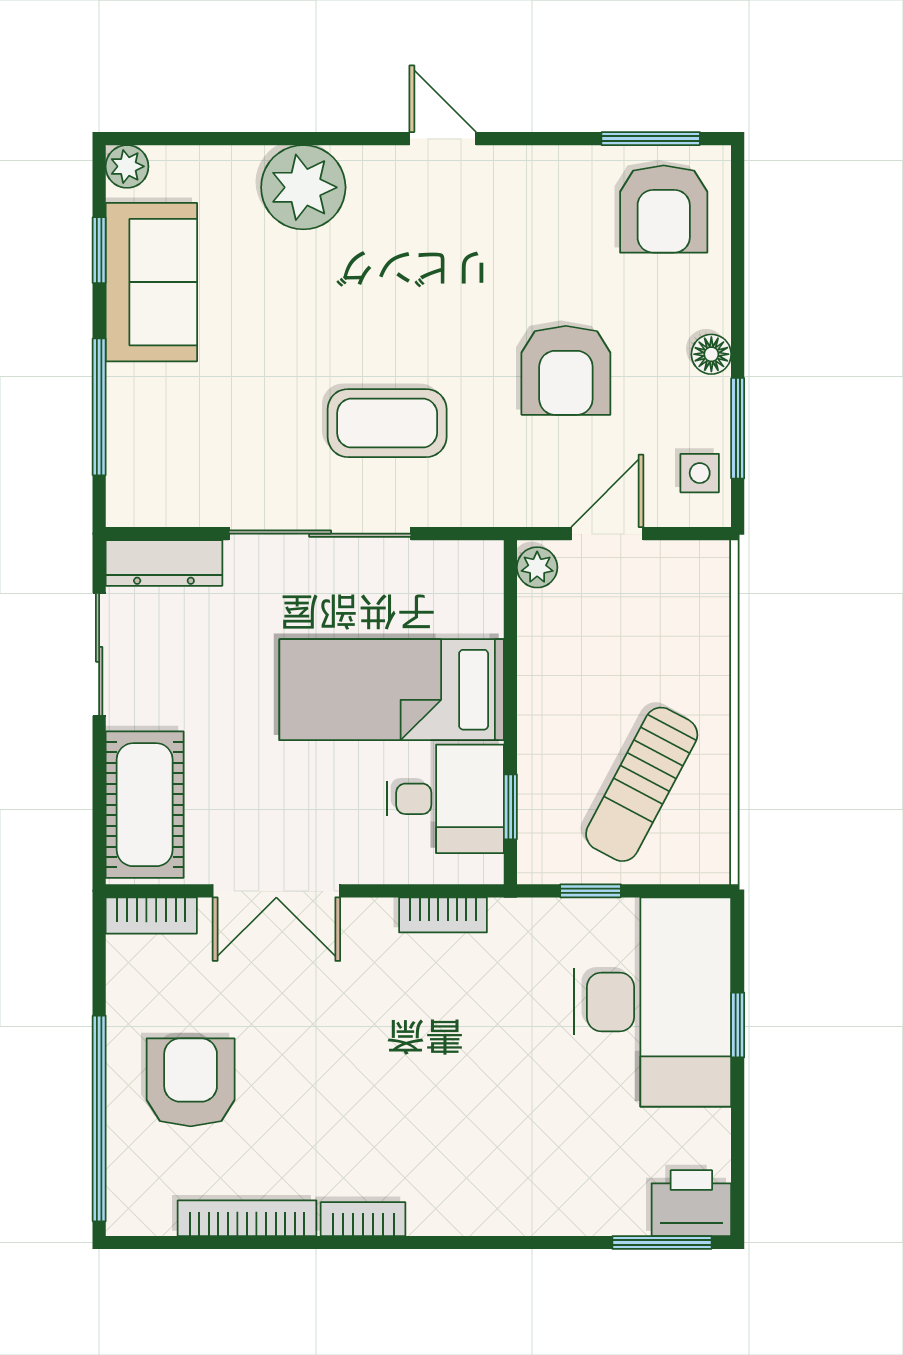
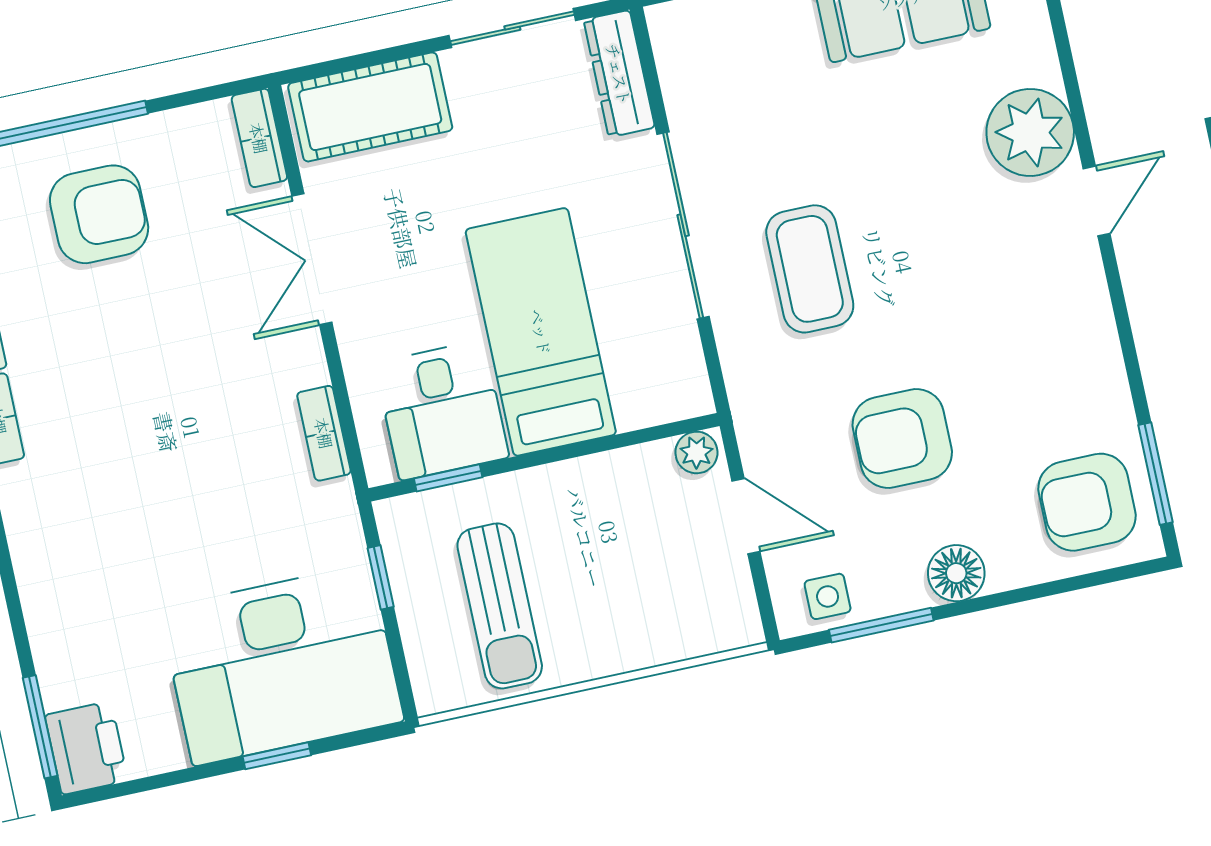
door: (443, 139) -> (1097, 201), moved
floor lamp: (711, 354) -> (956, 573), width x1.37, depth x1.37
sun lounger: (642, 784) -> (500, 606), turned -118

